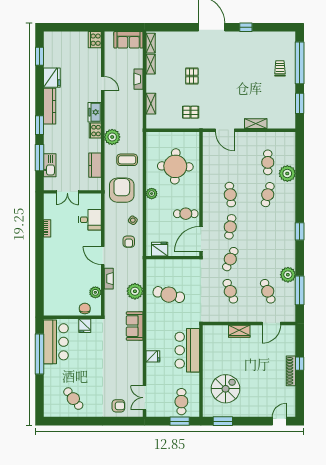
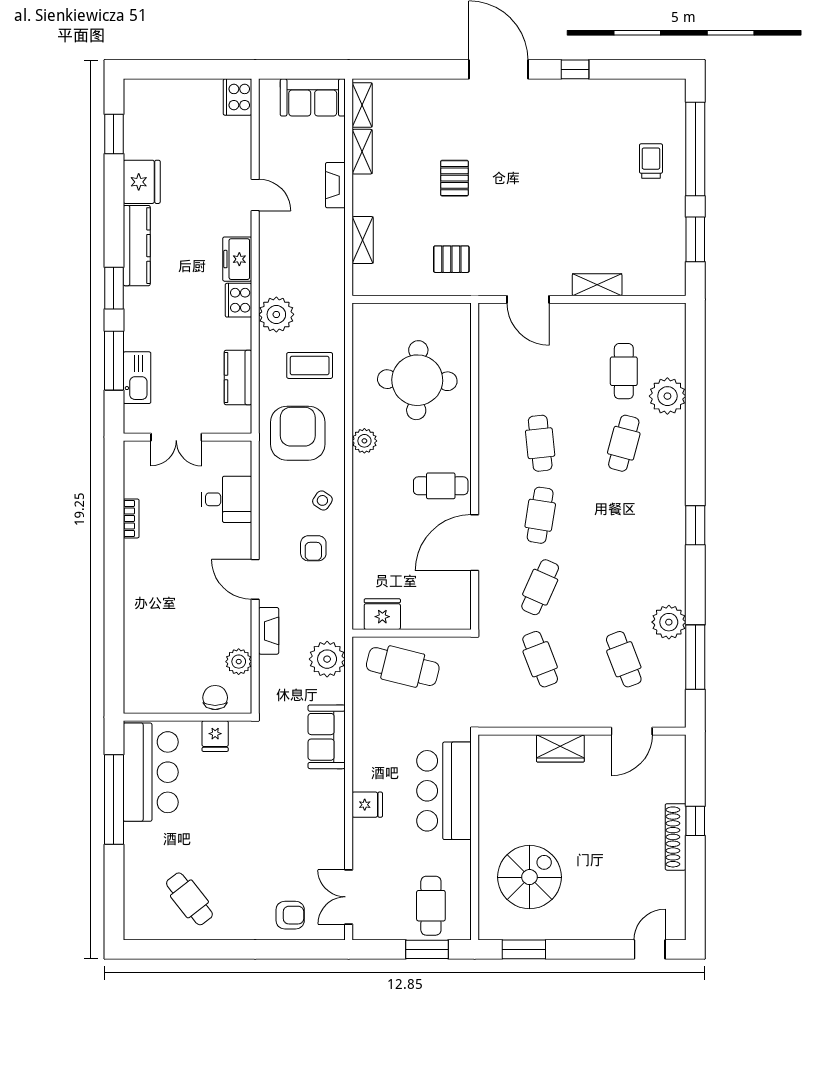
fridge: (160, 249) -> (382, 614), moved
wall: (173, 258) -> (412, 633), moved

